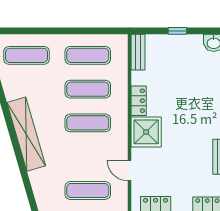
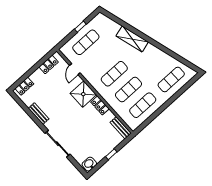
shelving: (26, 134) -> (132, 39), width x0.68
door: (129, 171) -> (75, 69), swing flipped

